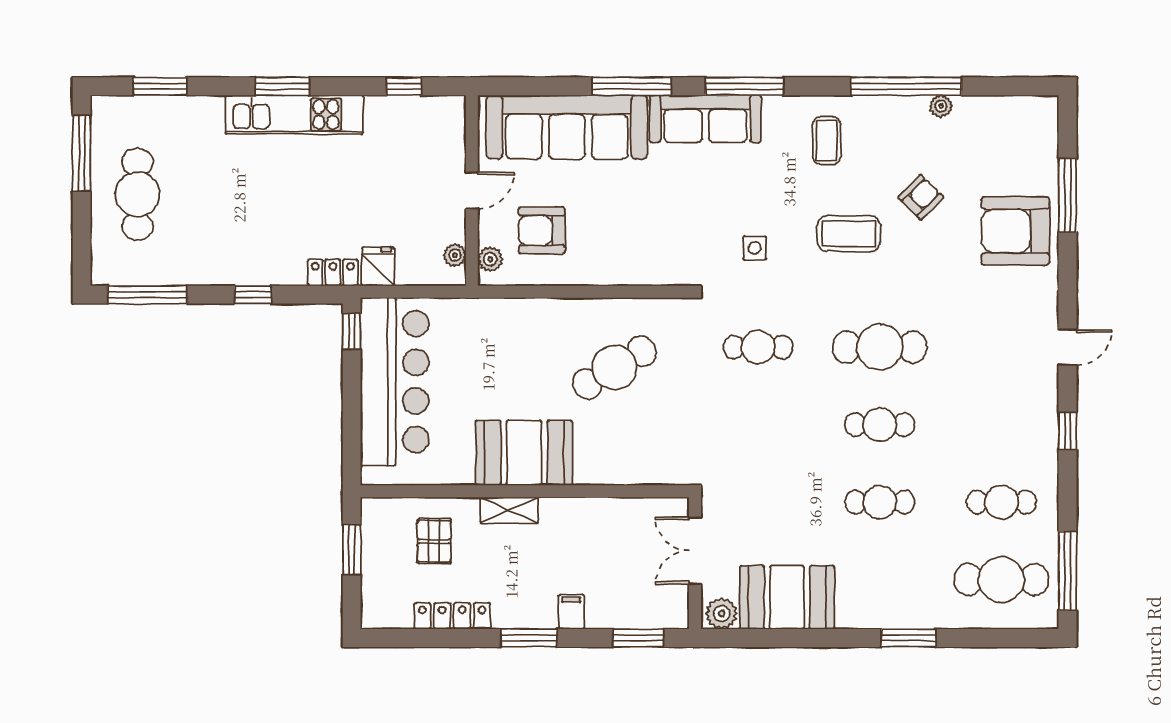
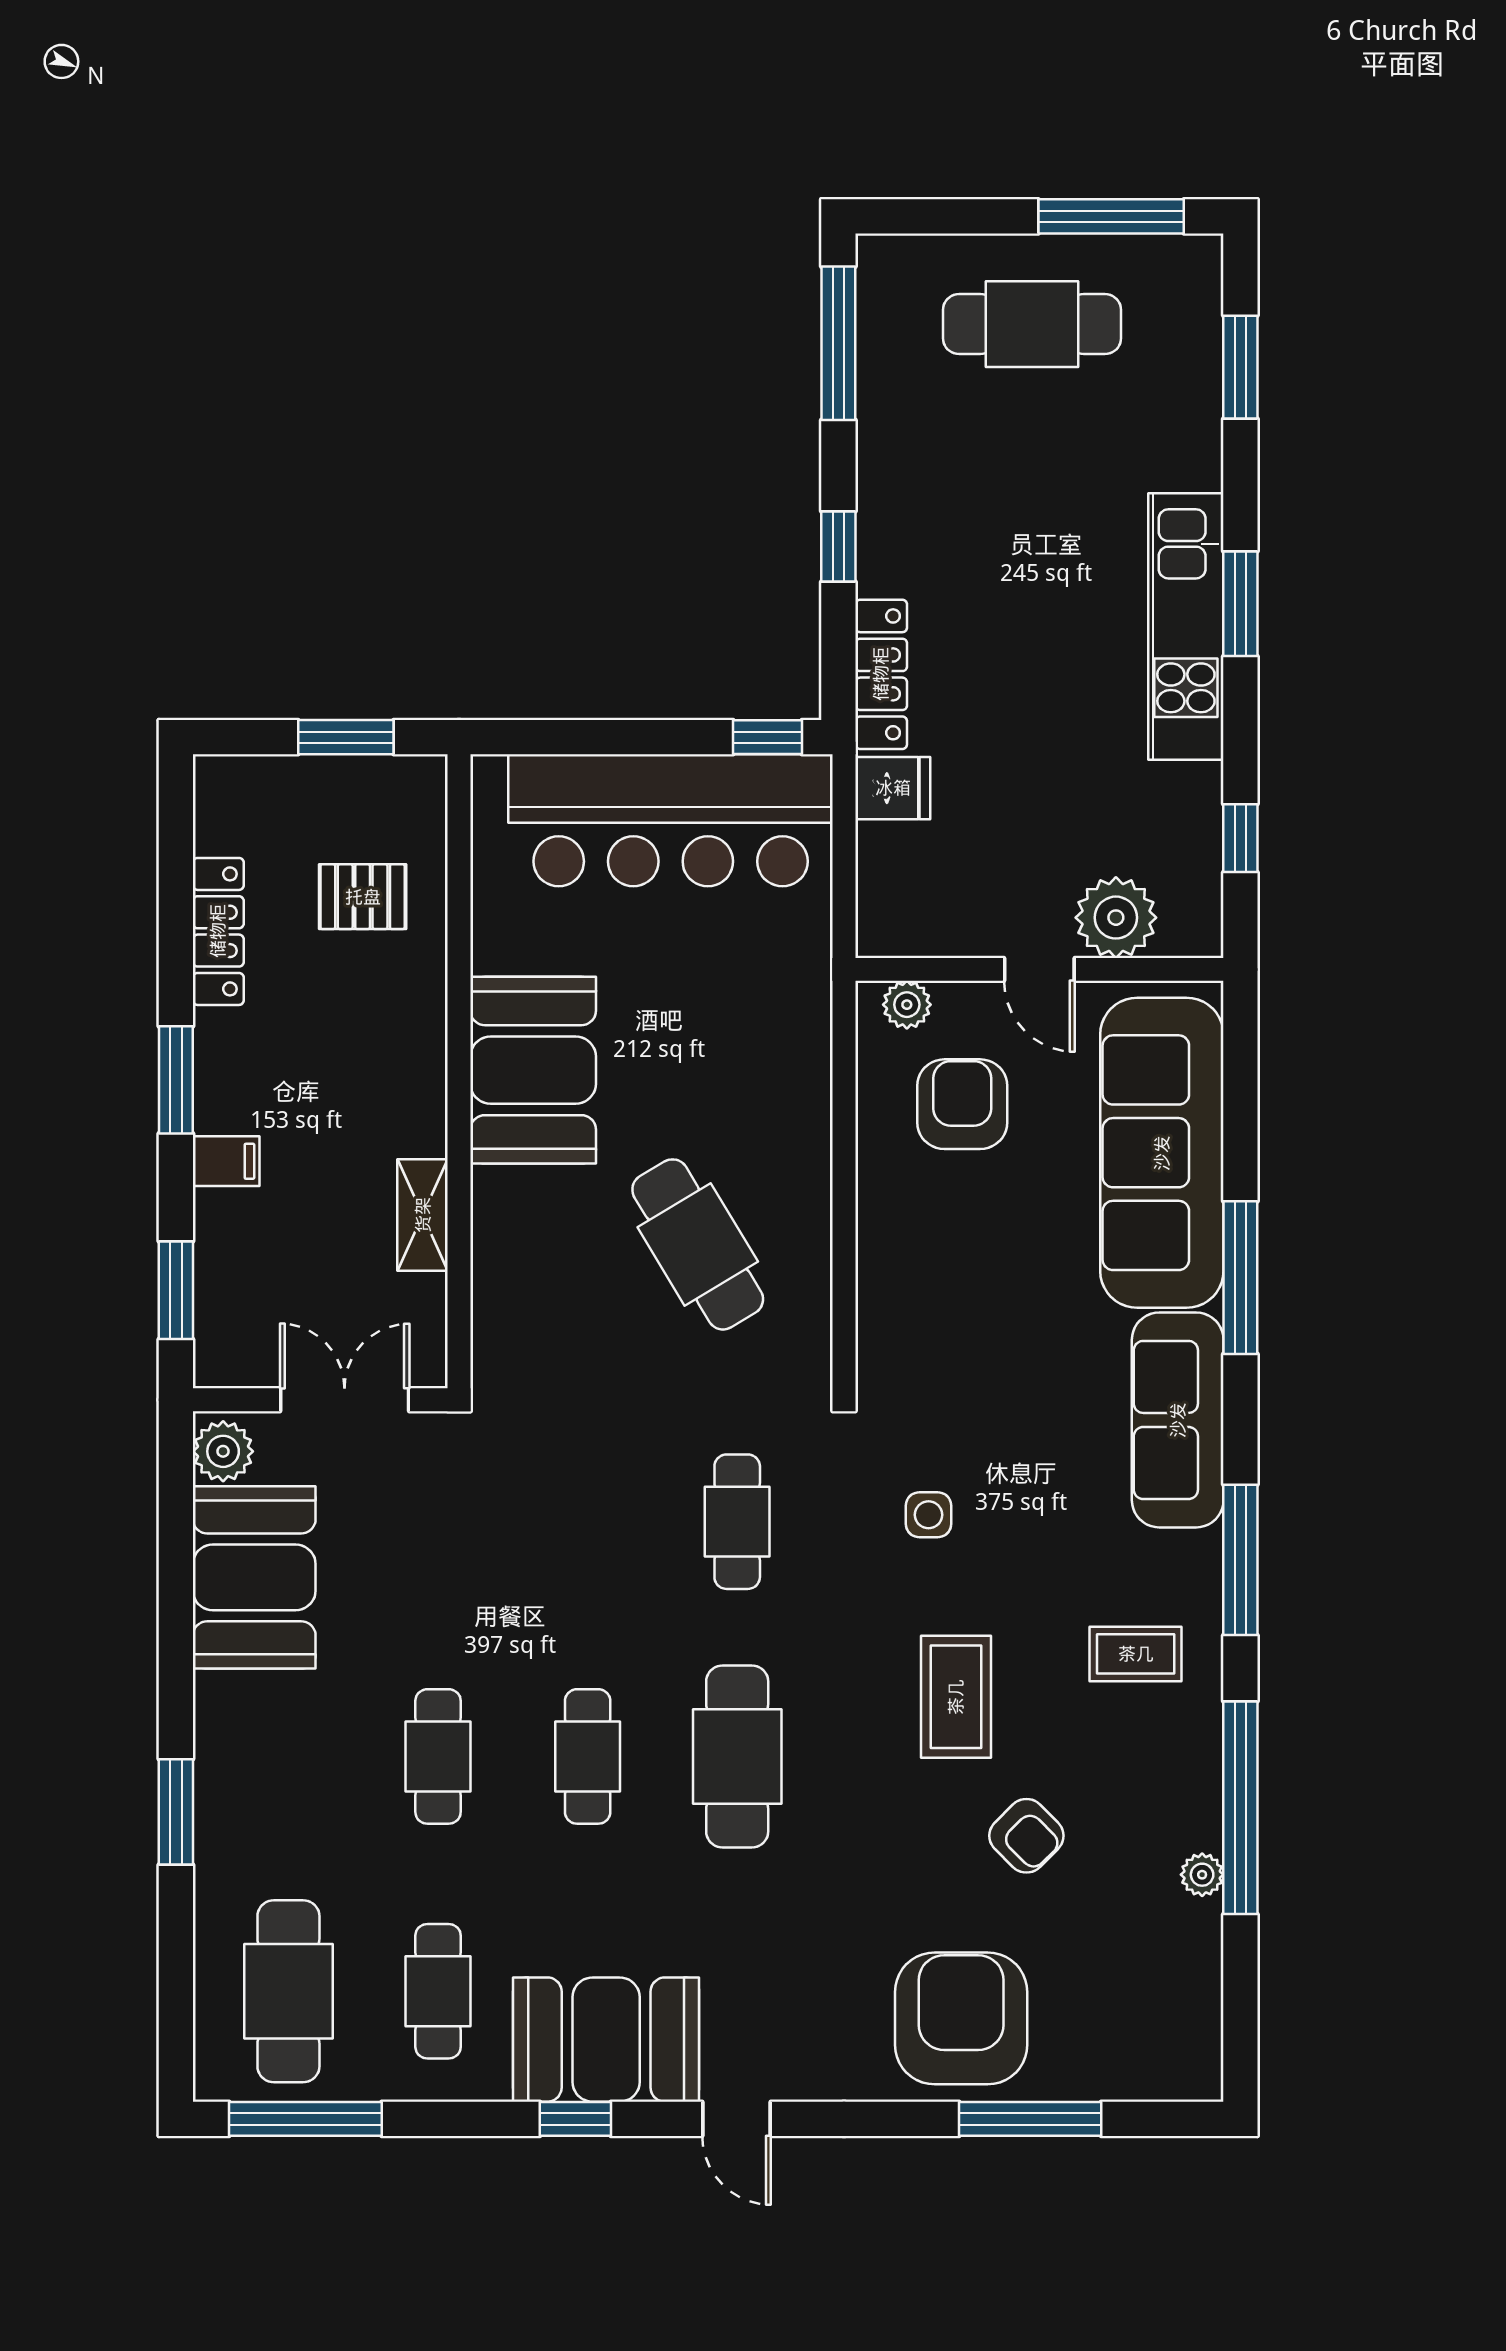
window: (745, 86) -> (1240, 1560), moved
plant: (455, 255) -> (1116, 918), moved, width x1.88, depth x1.88
locker: (333, 272) -> (881, 674), width x1.53
booth: (1026, 415) -> (606, 2040), added
shelving: (509, 510) -> (423, 1215), moved

